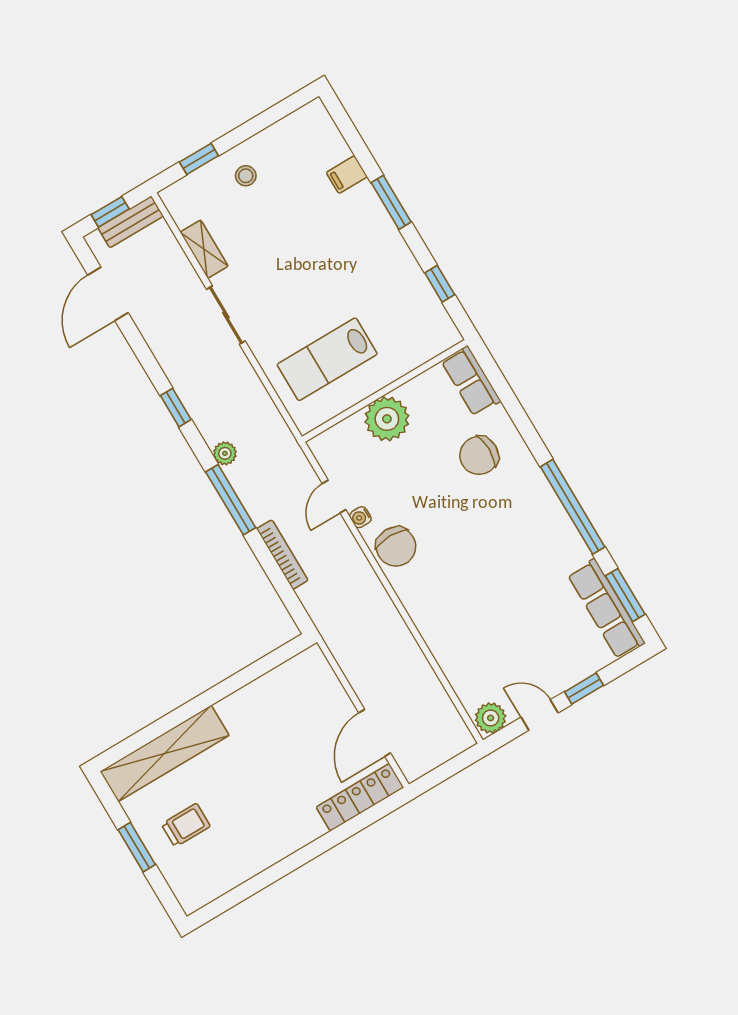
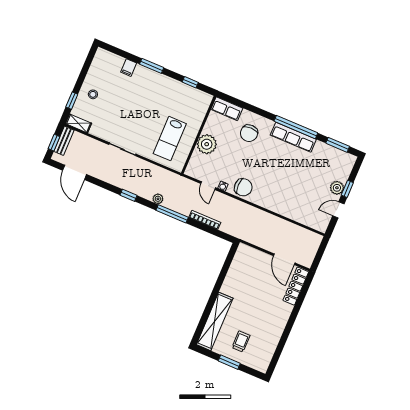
shelving: (204, 249) -> (79, 123), moved
row of seats: (606, 609) -> (293, 137), moved
plant: (491, 718) -> (337, 188), moved

